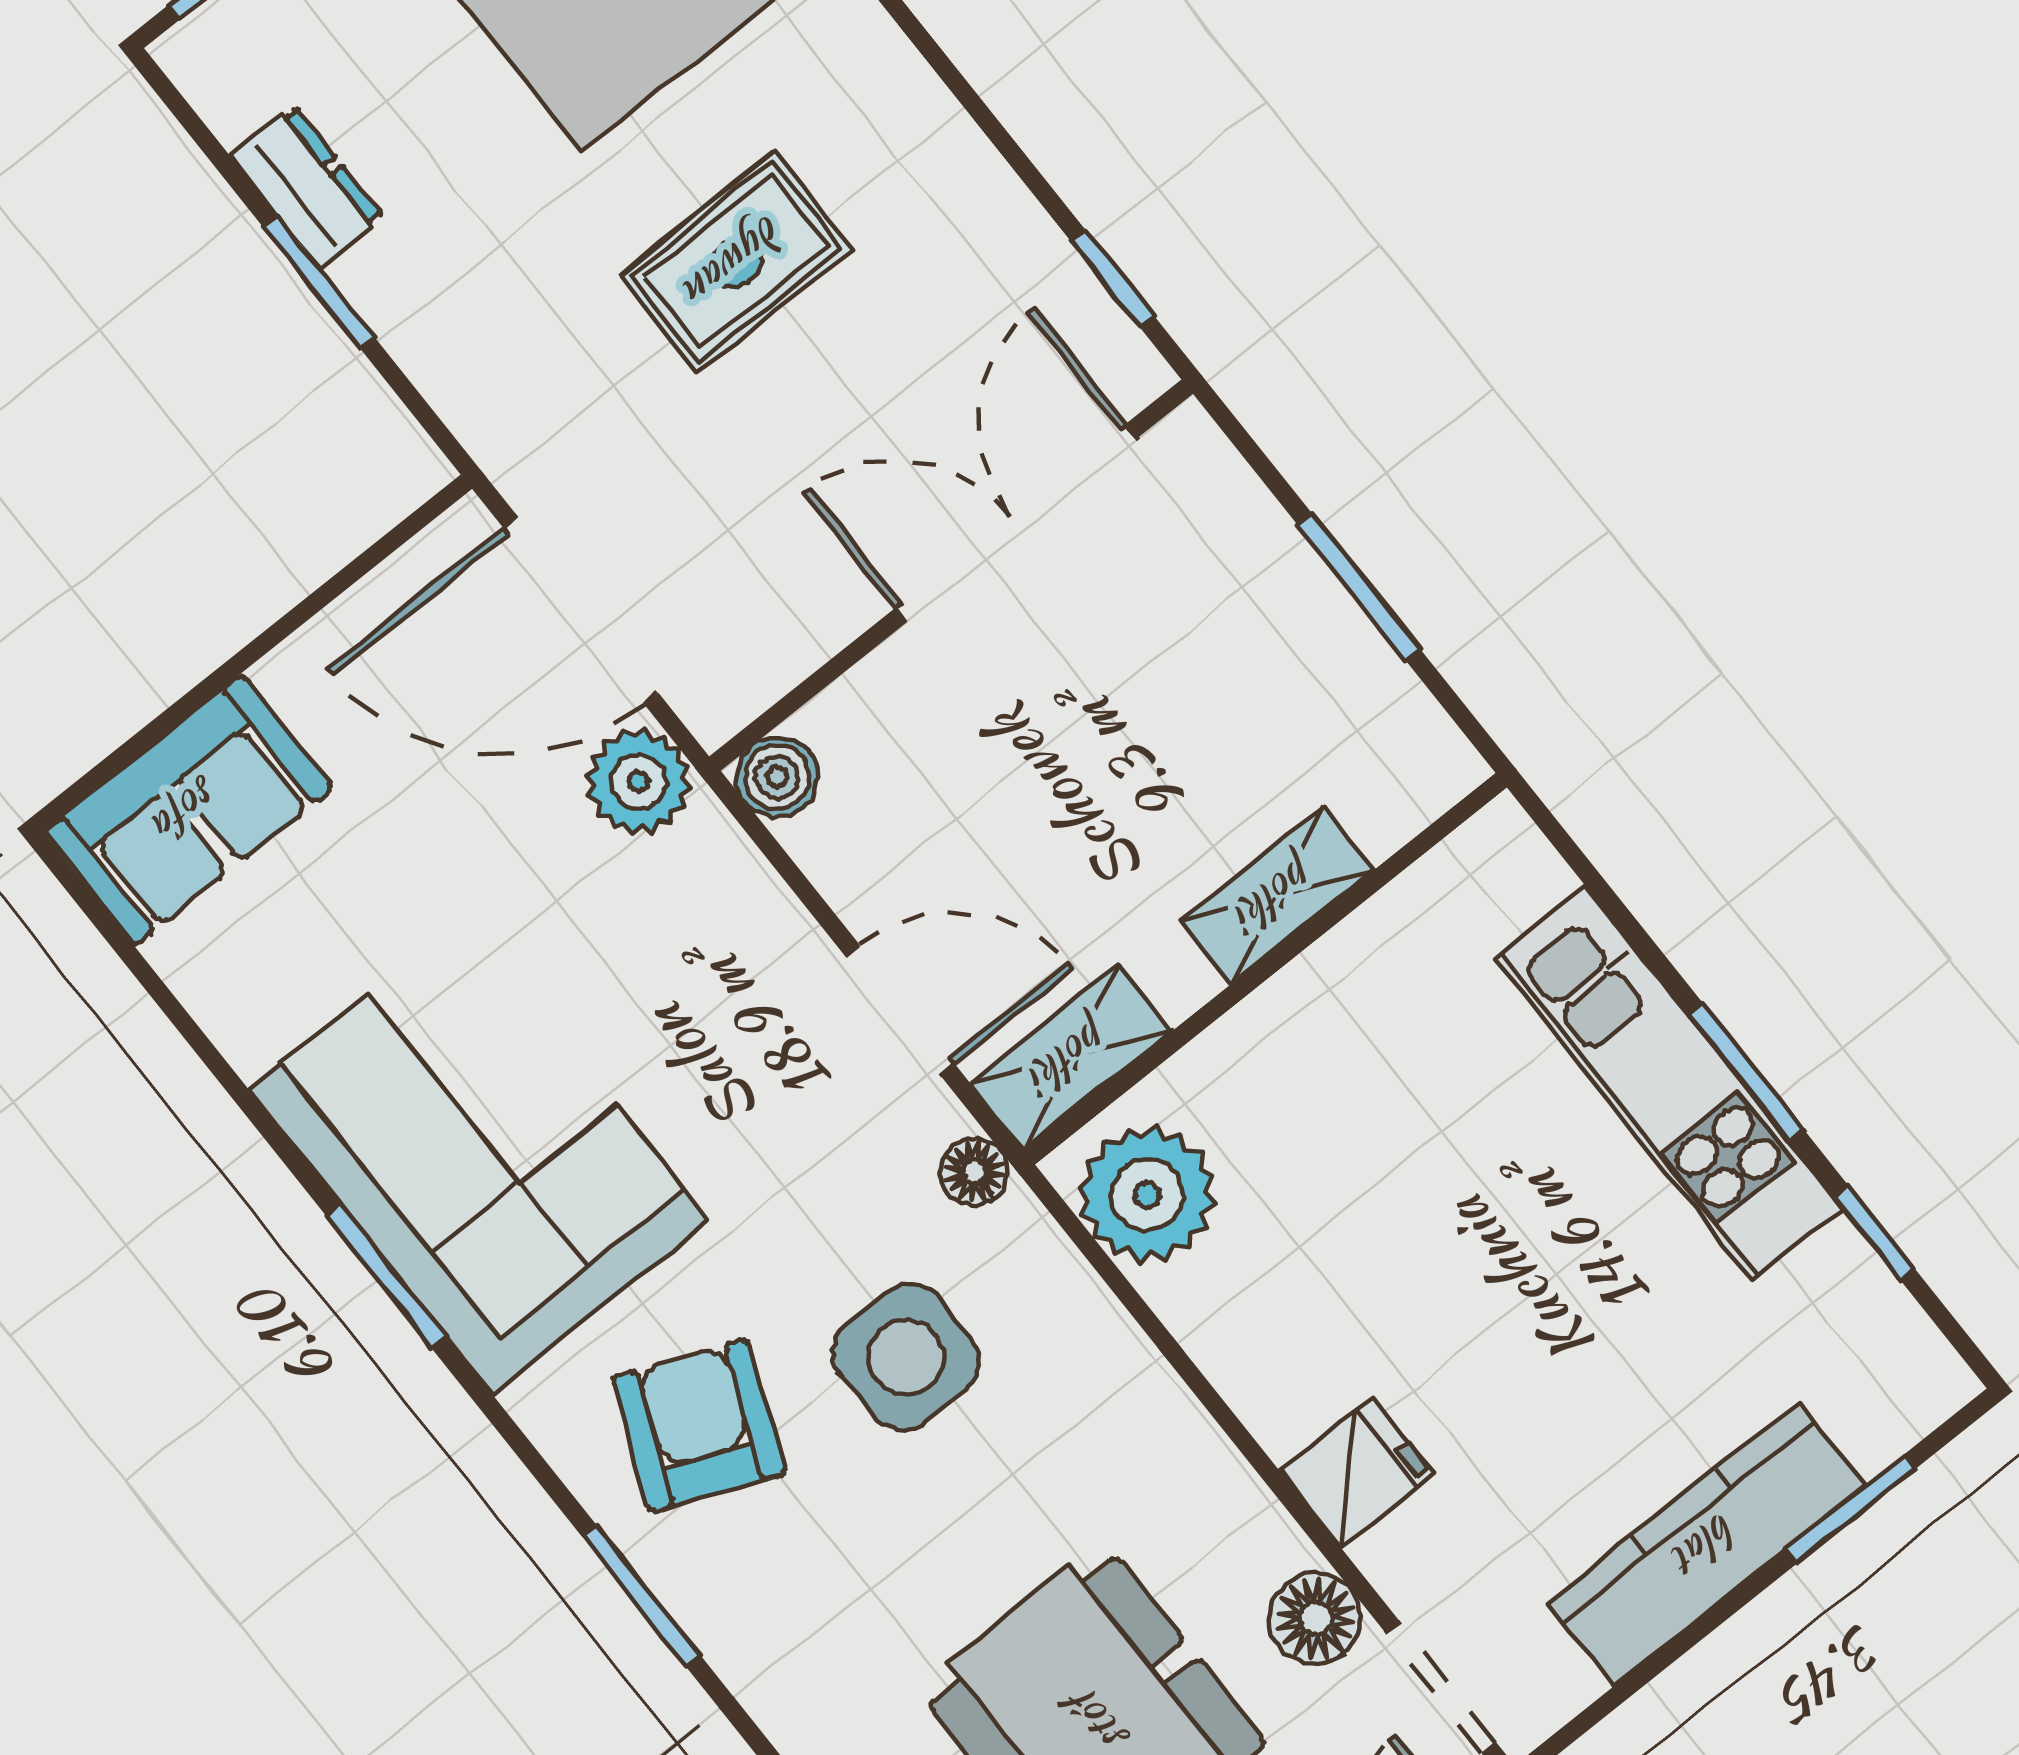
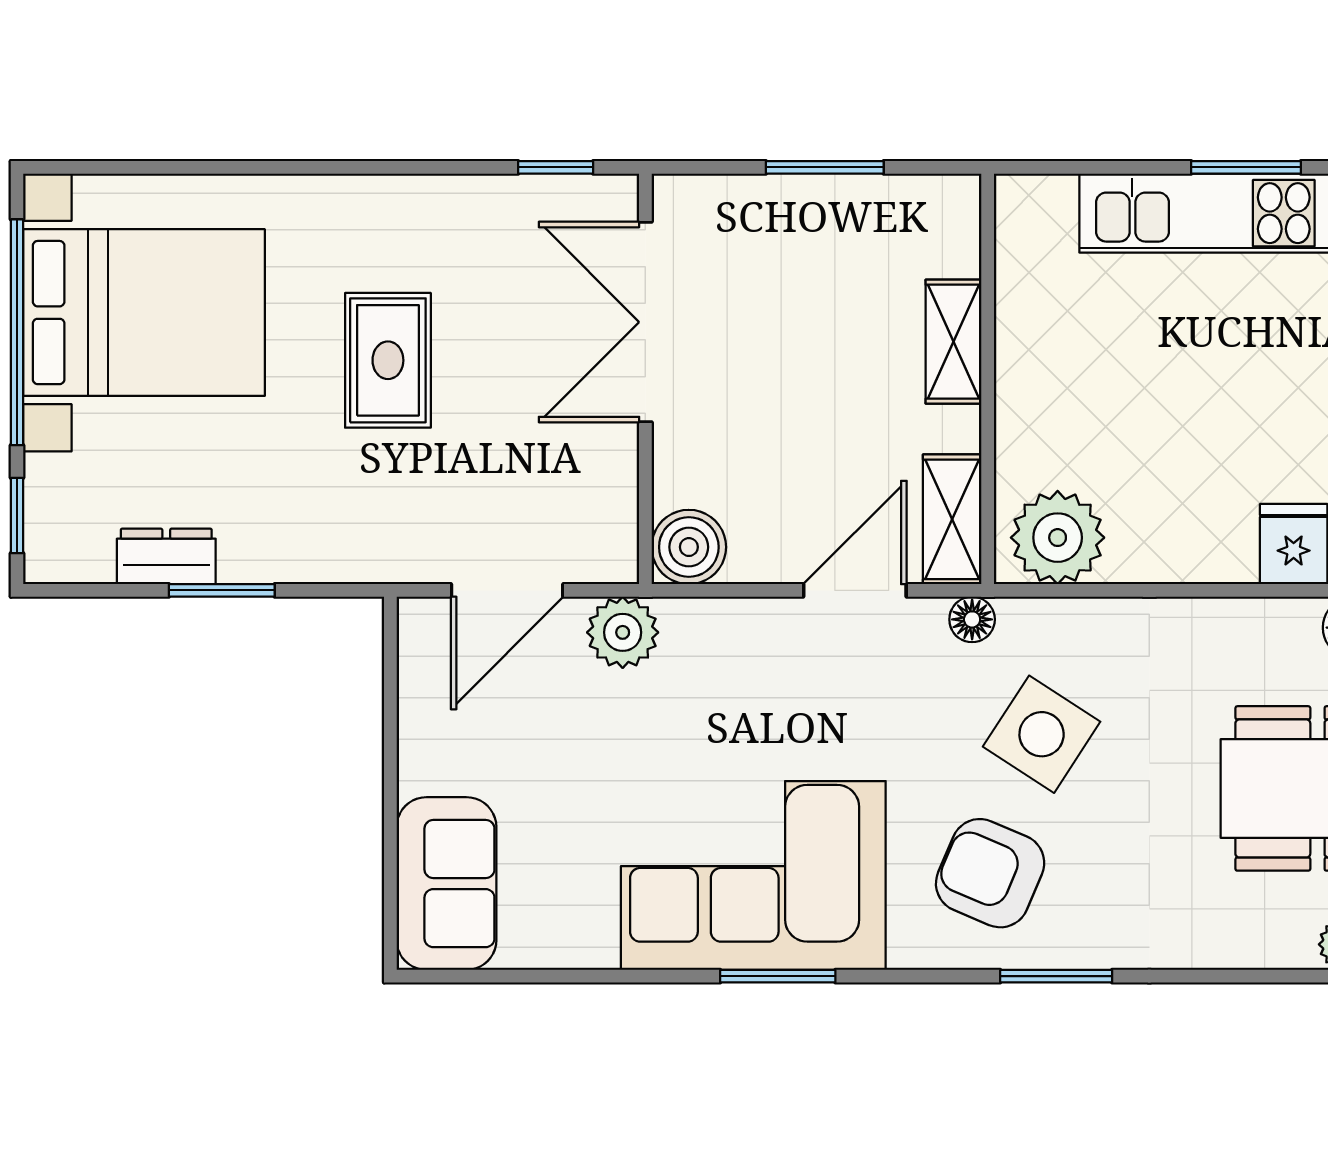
door: (581, 610) -> (507, 590), width x0.73
boiler: (777, 777) -> (689, 547), width x1.36, depth x1.36
side table: (906, 1357) -> (1042, 734), turned 33

